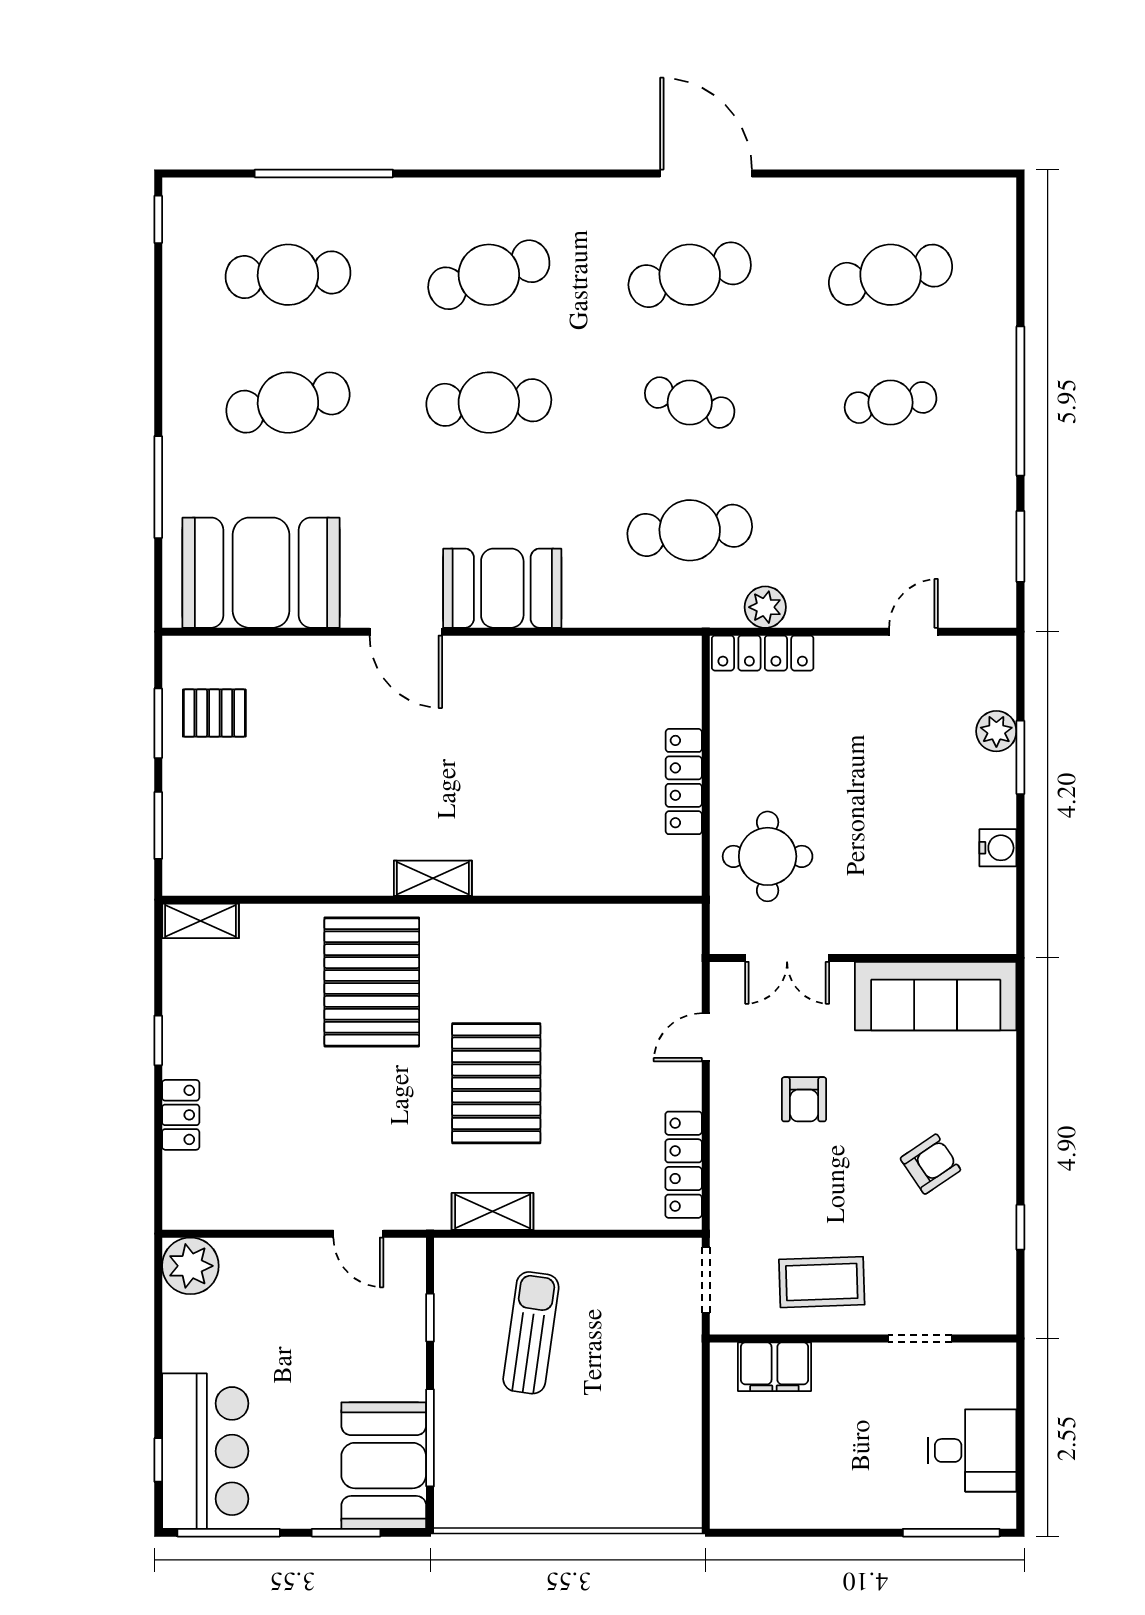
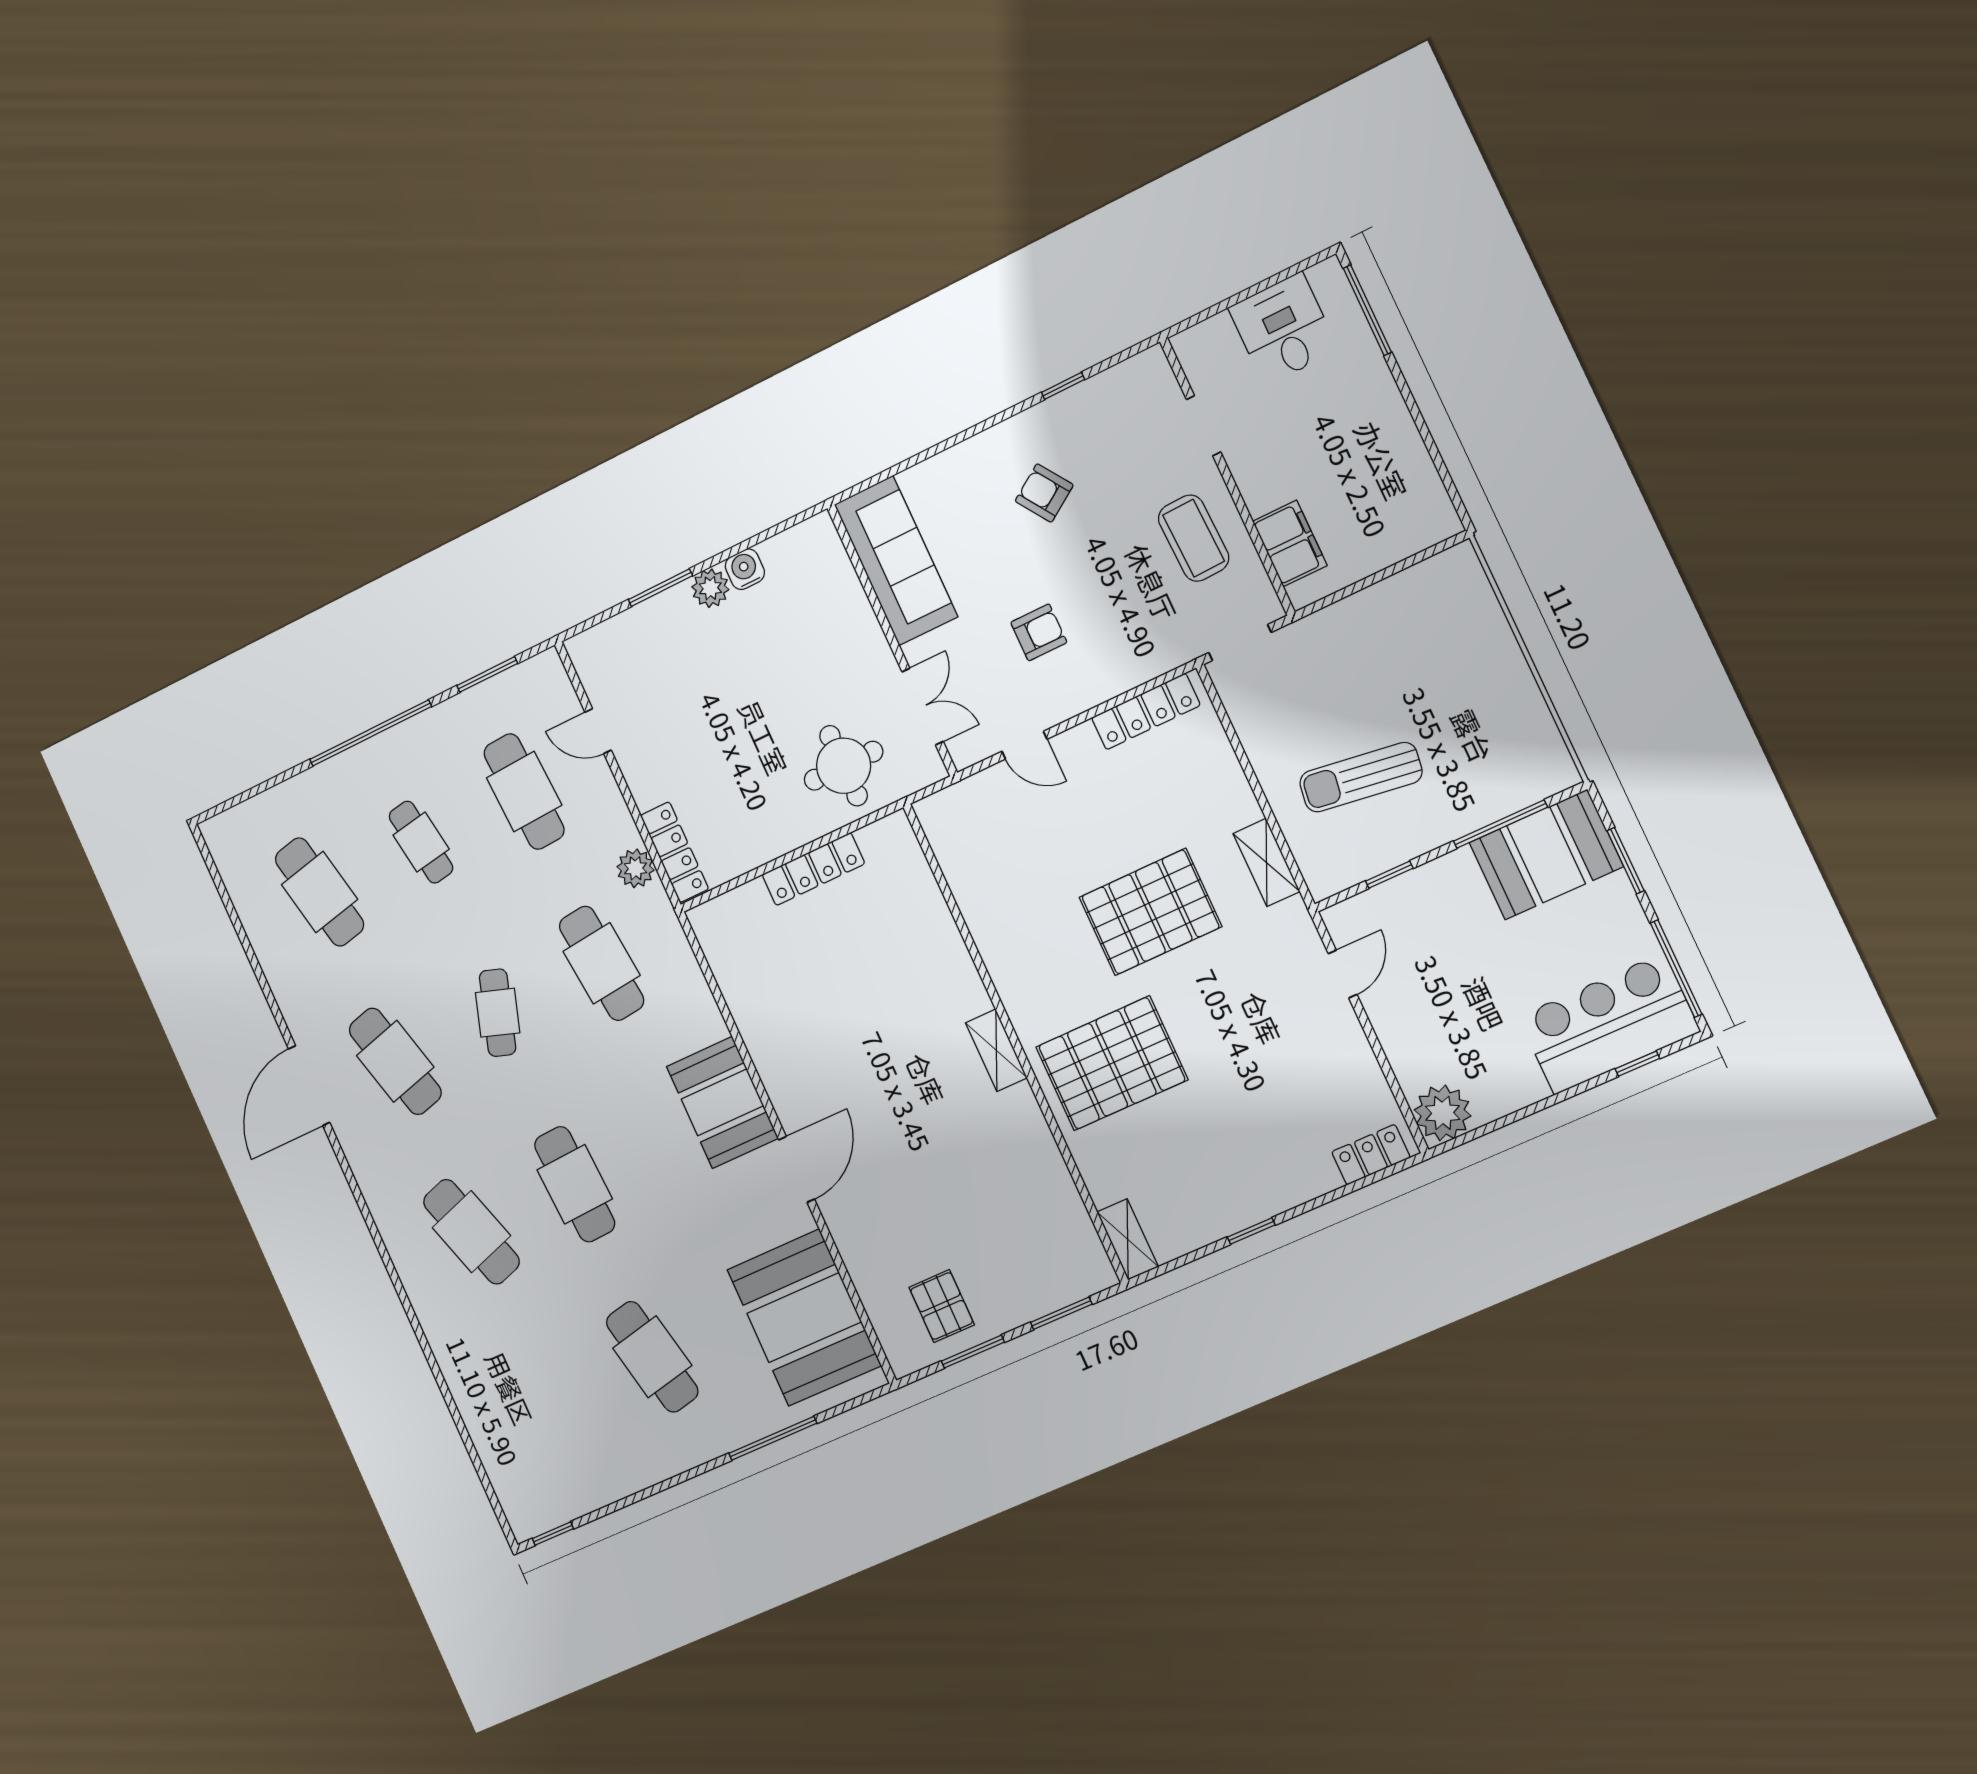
window: (324, 173) -> (453, 1409), removed
cafe table: (288, 275) -> (524, 791), moved
plant: (996, 731) -> (710, 588), moved
locker: (181, 1115) -> (1371, 1155), moved

